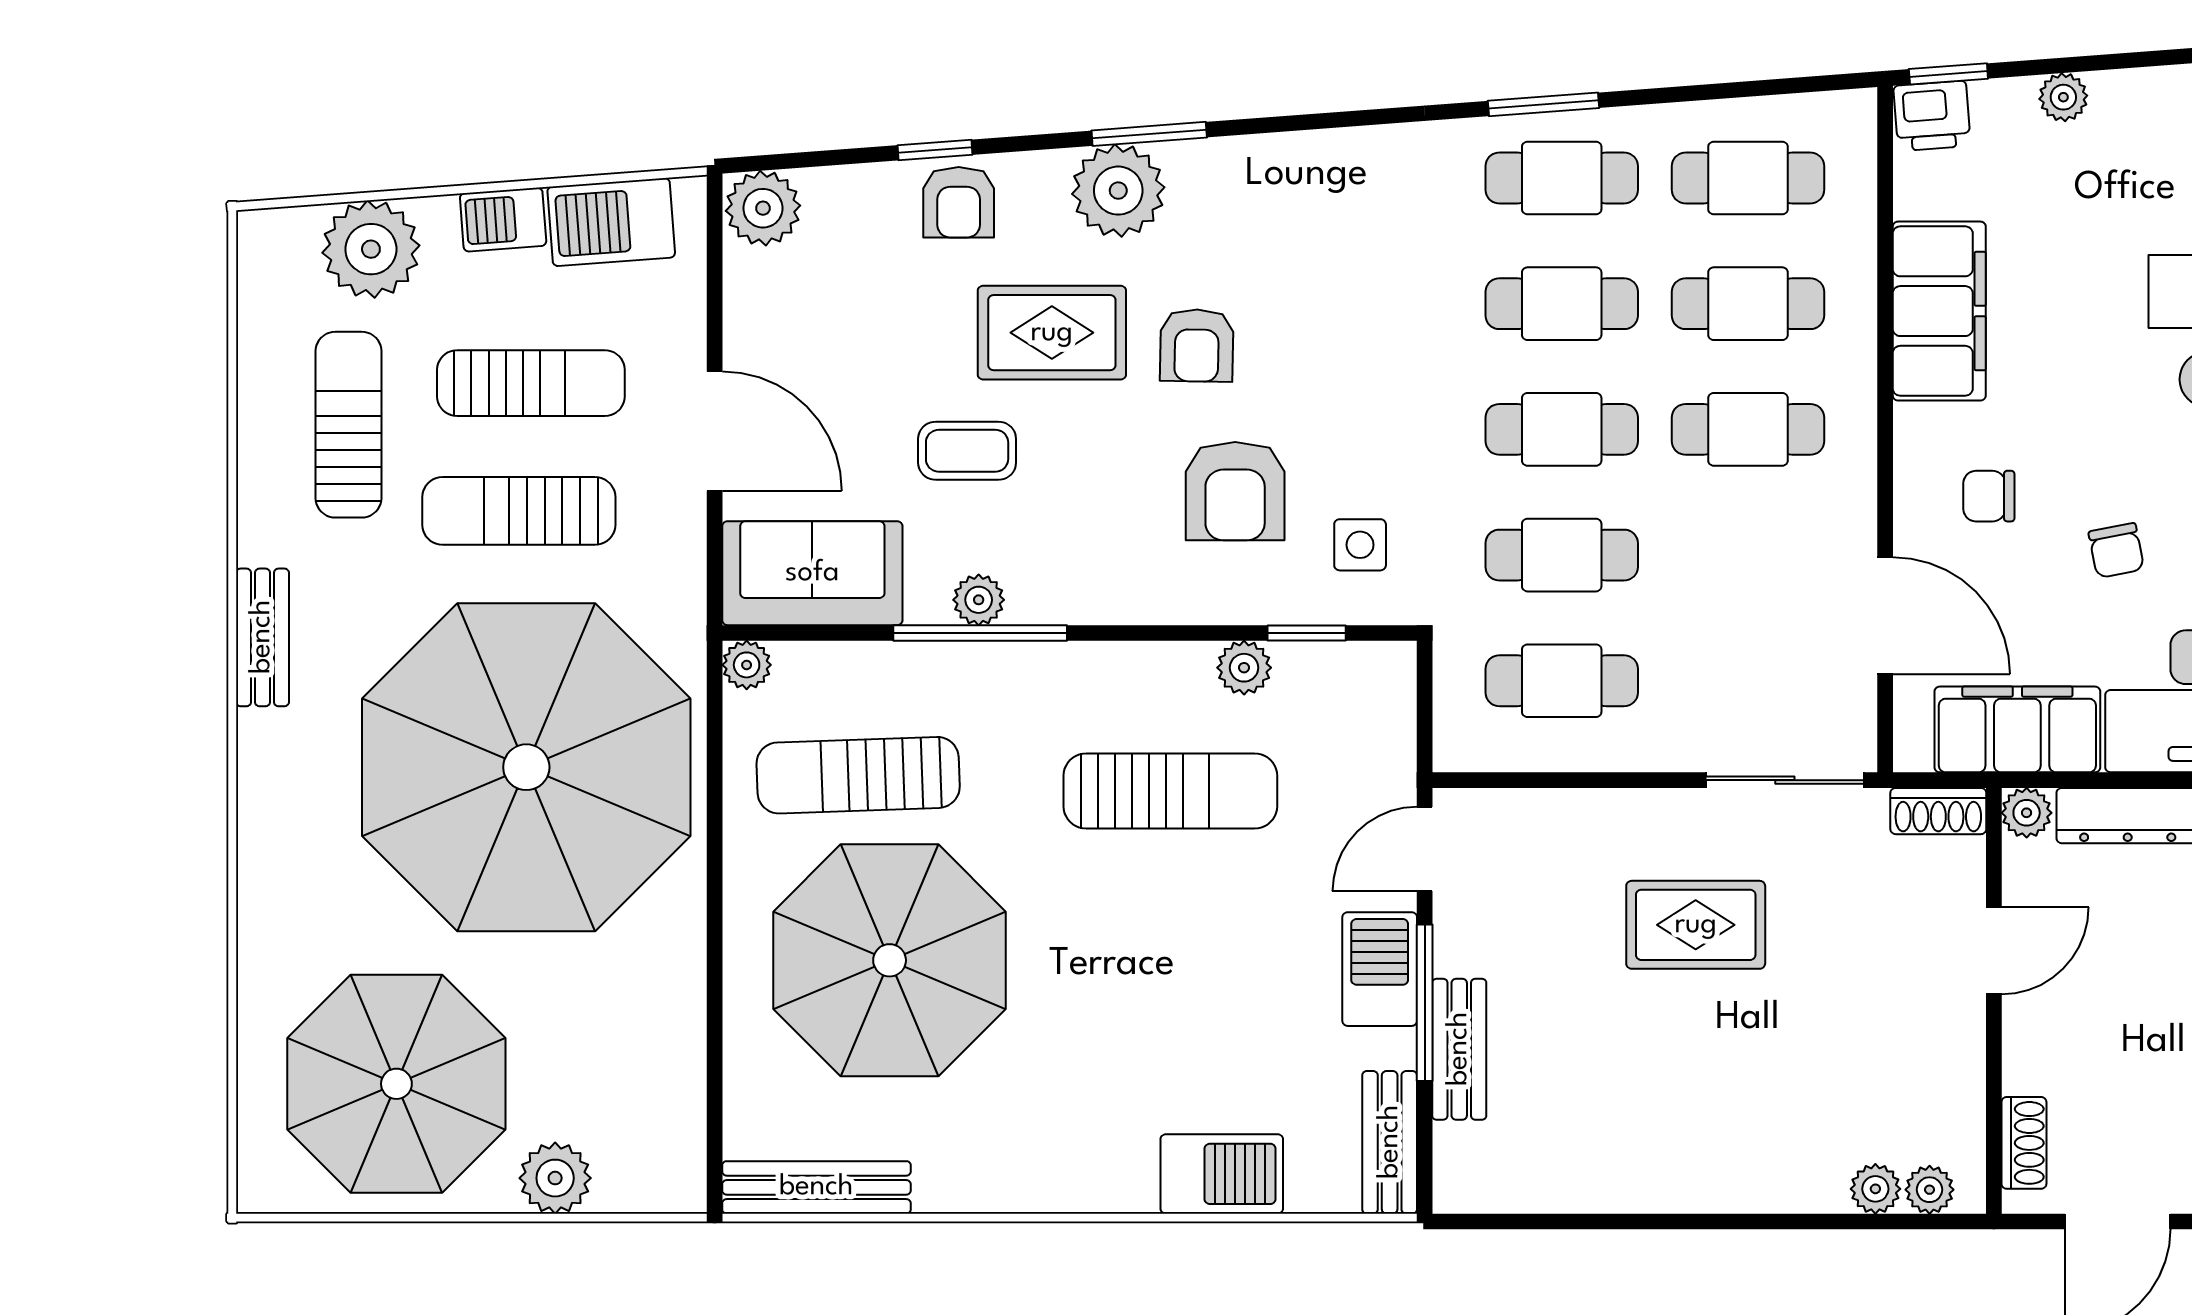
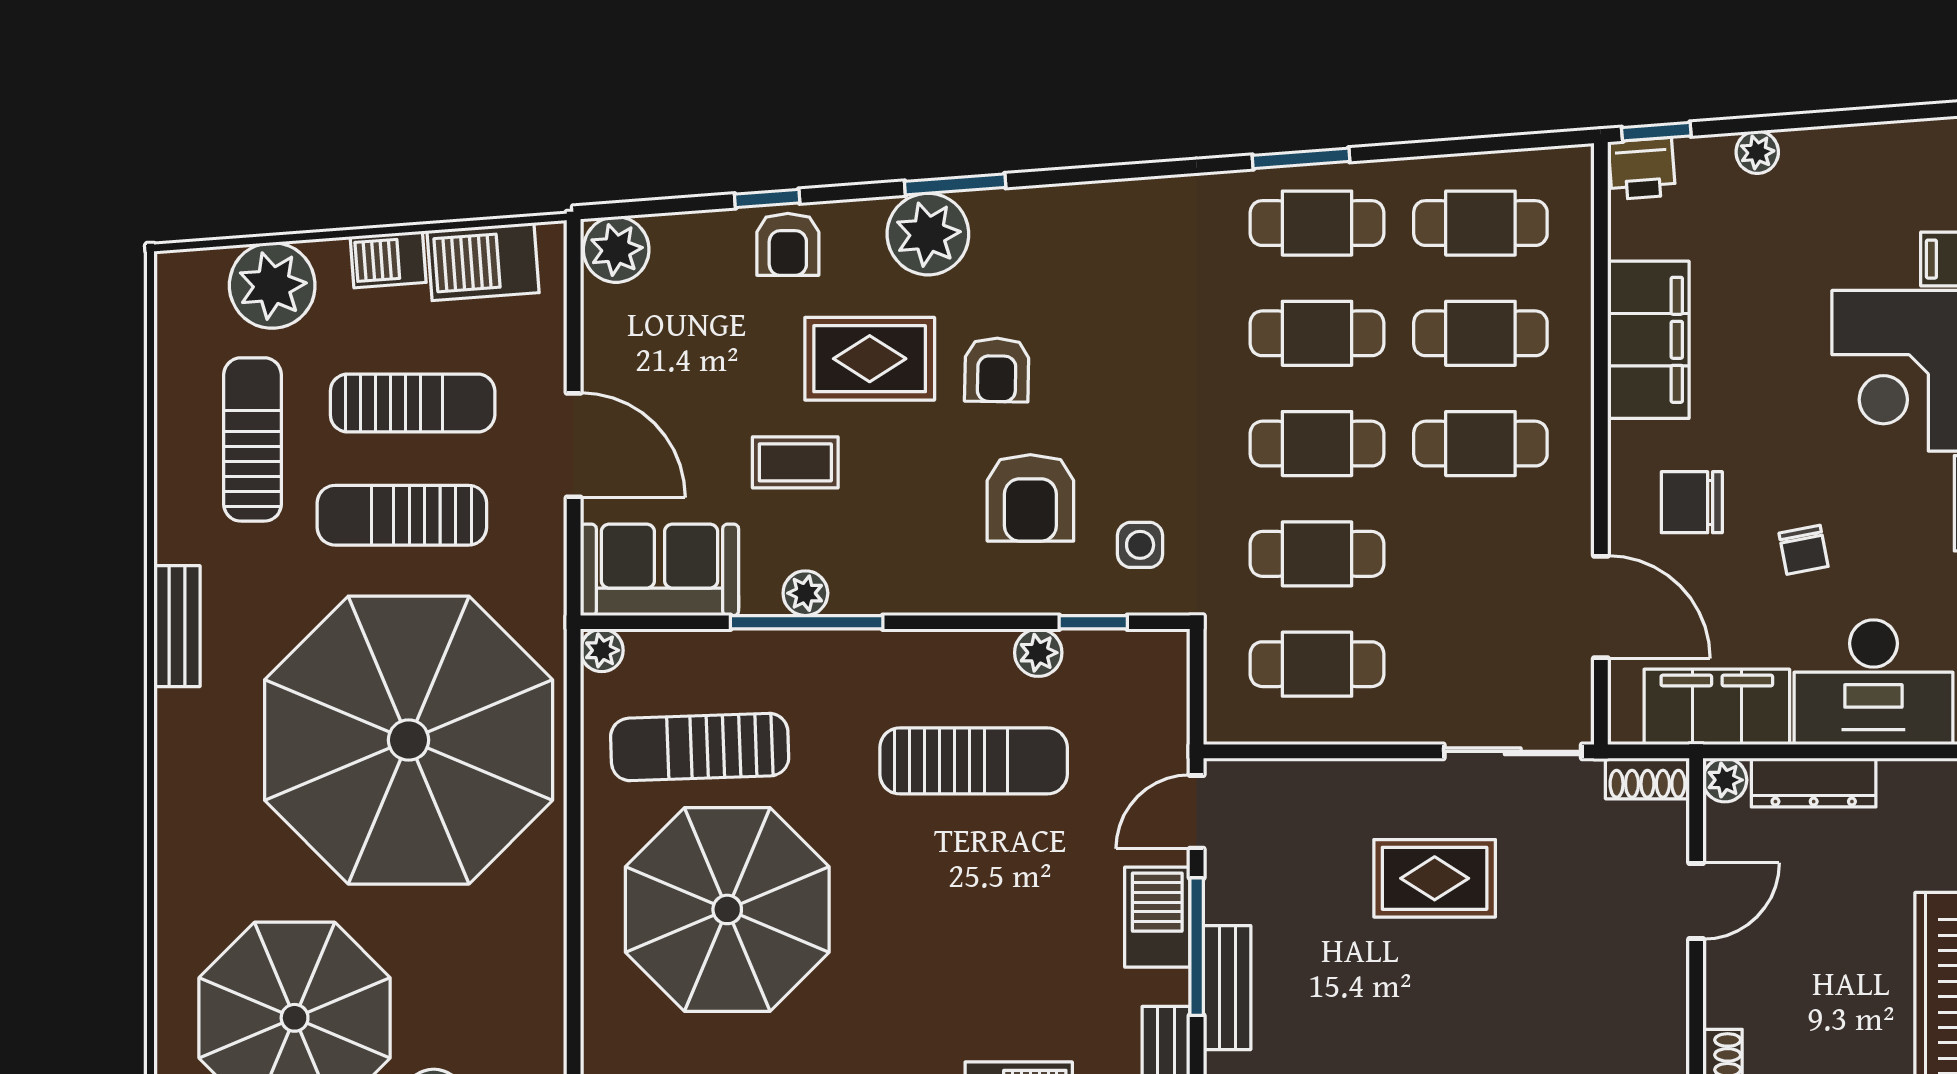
chair: (1989, 496) -> (1692, 502), width x1.37, depth x1.37

